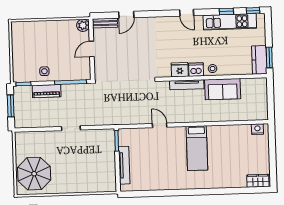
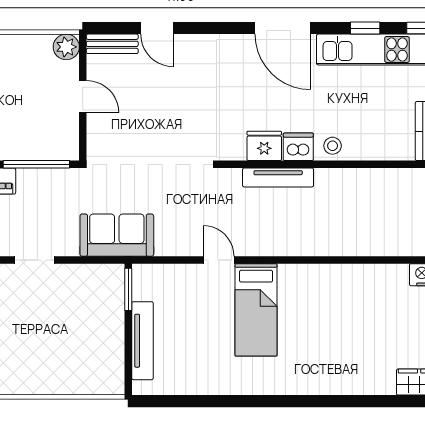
door: (187, 13) -> (283, 28), width x1.87
door: (126, 15) -> (157, 28), hinge flipped
door: (92, 49) -> (83, 97), swing flipped
sofa: (223, 89) -> (117, 235), moved, turned 180
bed: (197, 148) -> (256, 310), moved

